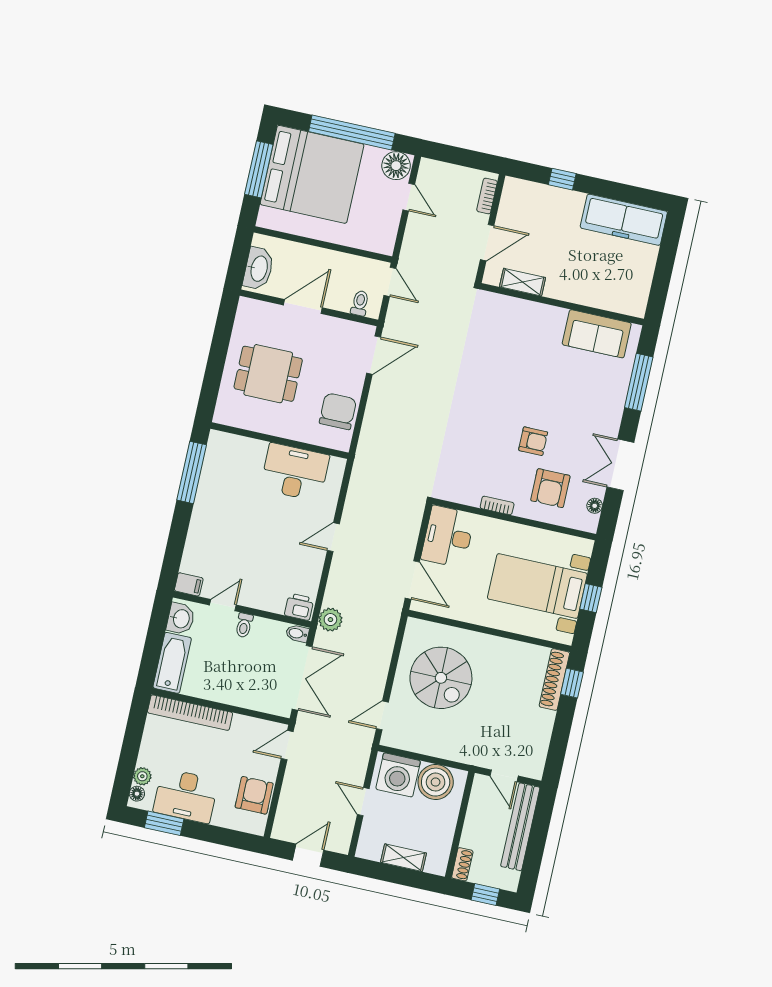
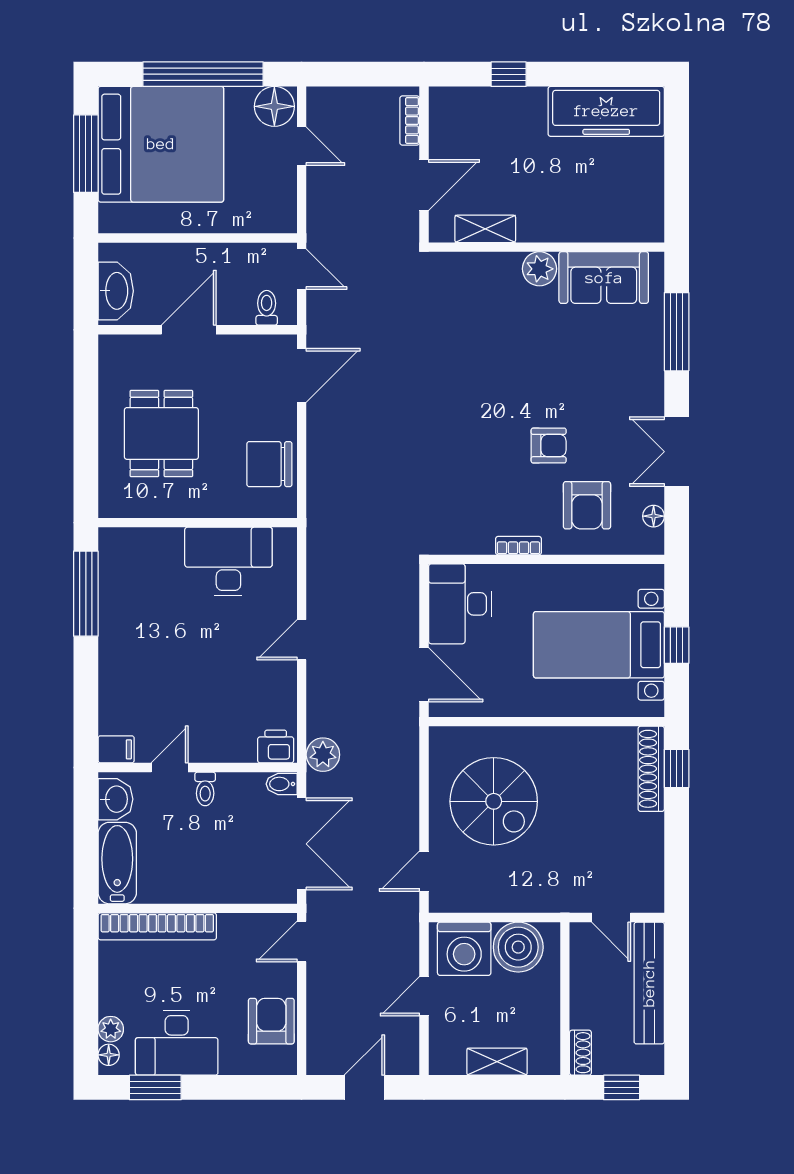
plant: (554, 318) -> (539, 269), added
dining table: (268, 374) -> (161, 433), turned 90
chair: (338, 411) -> (269, 464), turned -90
door: (363, 802) -> (424, 996), hinge flipped

